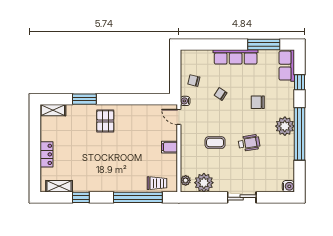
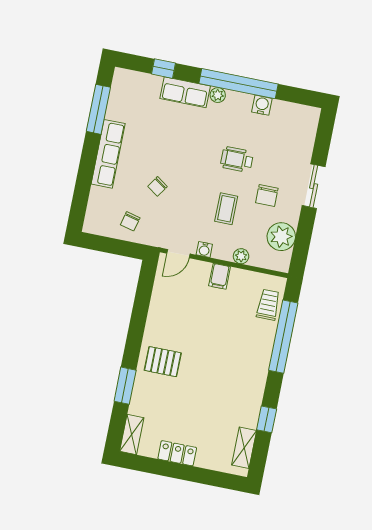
row of seats: (287, 66) -> (185, 92), moved
water cooler: (185, 101) -> (204, 249), moved
chair: (258, 102) -> (267, 195), moved
plant: (285, 126) -> (218, 95), width x0.53, depth x0.53
wheelchair: (249, 143) -> (237, 159), turned -81
locker: (47, 154) -> (177, 453), moved
plant: (186, 180) -> (241, 256), moved
water cooler: (288, 186) -> (262, 105), moved

